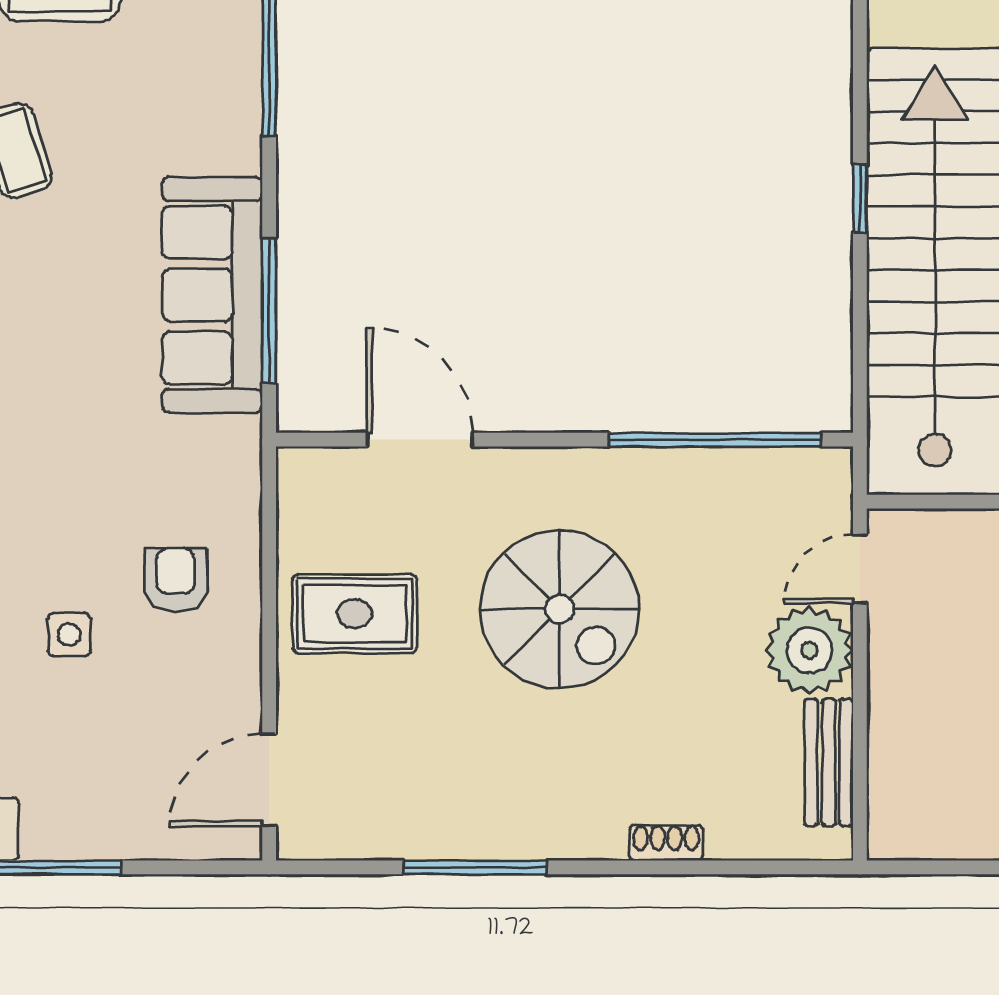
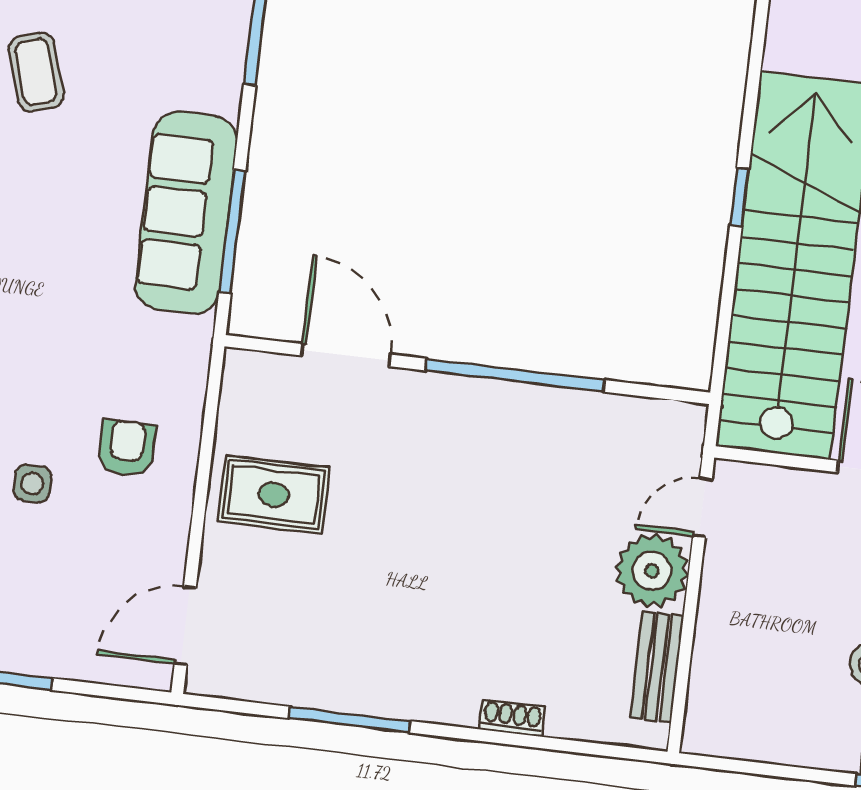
window: (715, 440) -> (515, 375), moved
spiral stairs: (559, 609) -> (446, 511), removed

